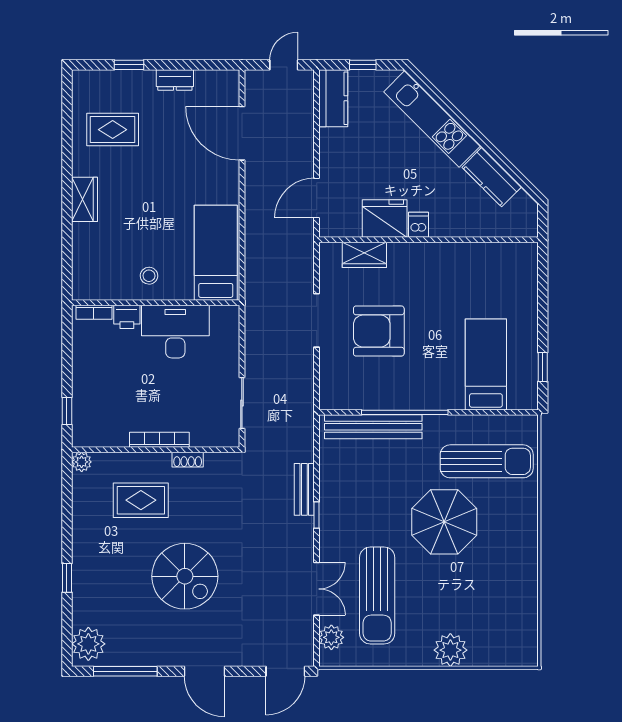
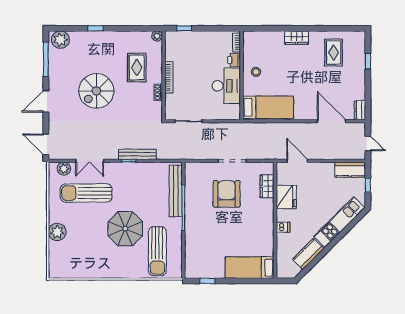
dresser: (175, 80) -> (360, 110), moved
door: (242, 133) -> (332, 121), hinge flipped
dishwasher: (418, 225) -> (283, 227), moved
bed: (486, 364) -> (250, 268), moved, turned 180
bench: (304, 489) -> (137, 154), width x1.36

